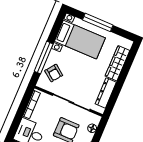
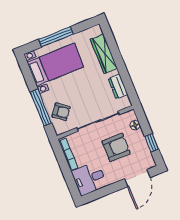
dresser: (106, 93) -> (118, 86), width x0.70

